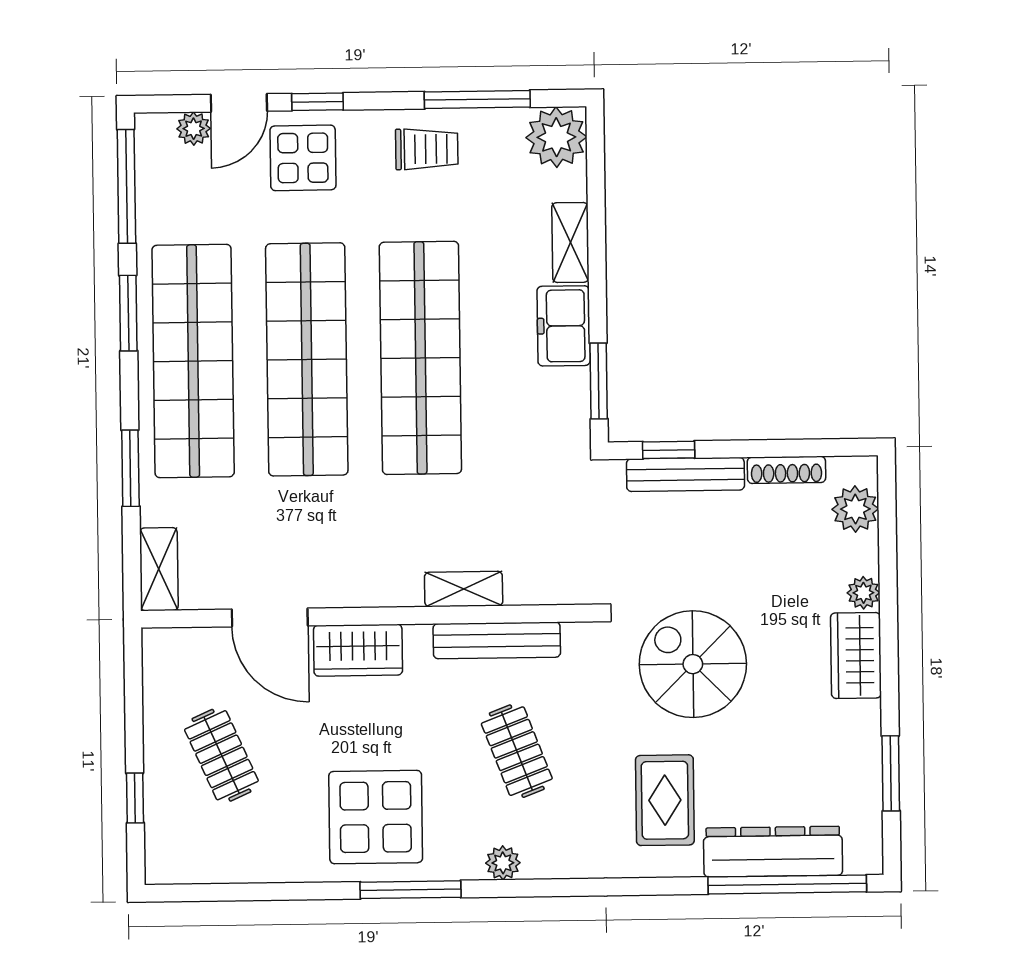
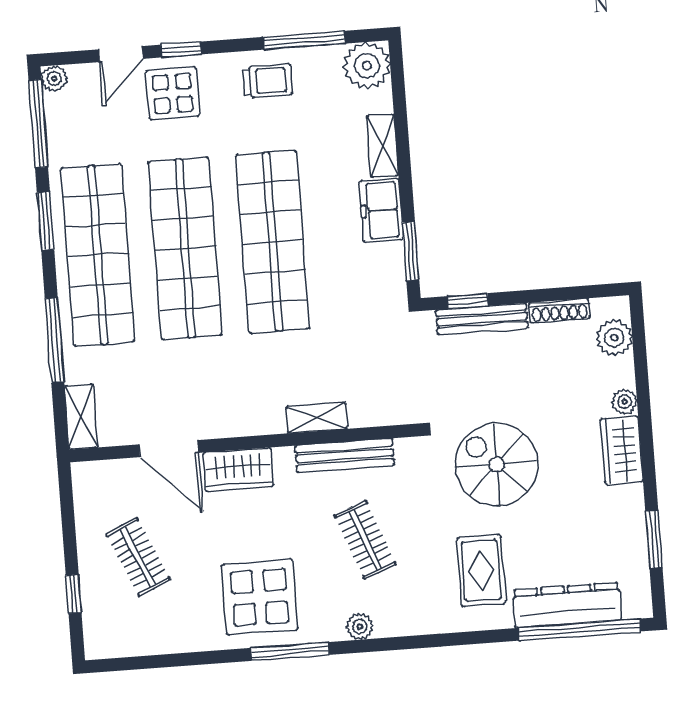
plant: (194, 129) -> (54, 78), moved
window: (130, 468) -> (55, 340), width x1.44

